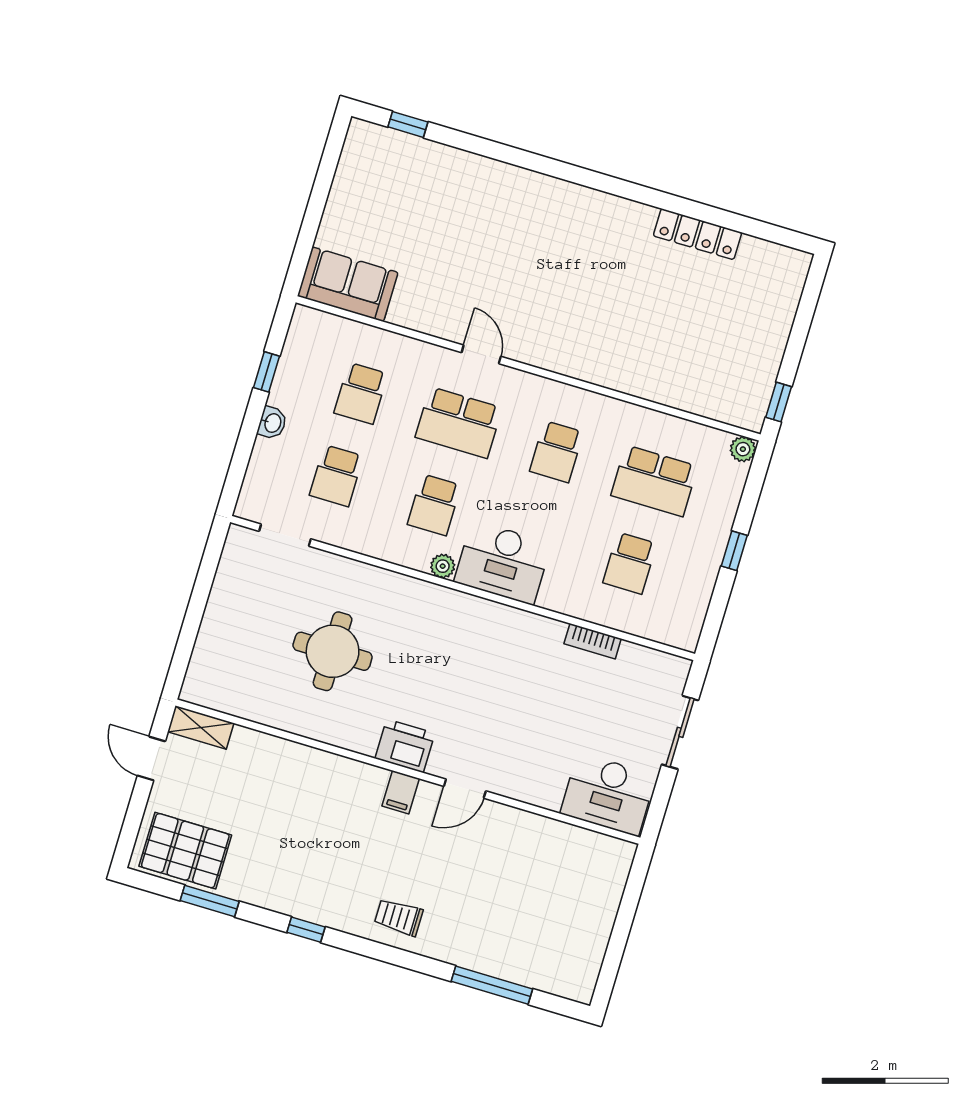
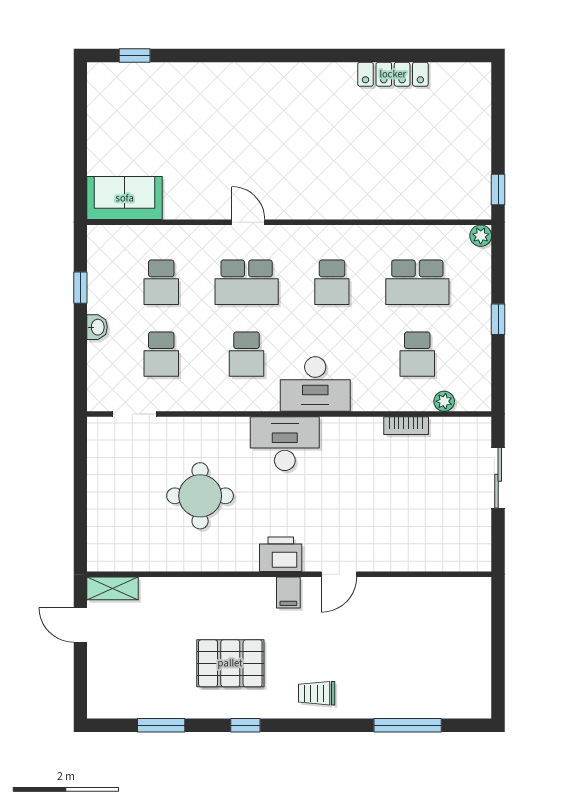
plant: (443, 566) -> (444, 401), moved
desk: (608, 794) -> (285, 444), moved, turned 180
pallet: (185, 851) -> (230, 663), moved

